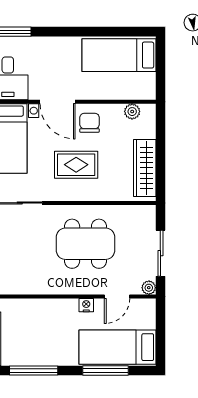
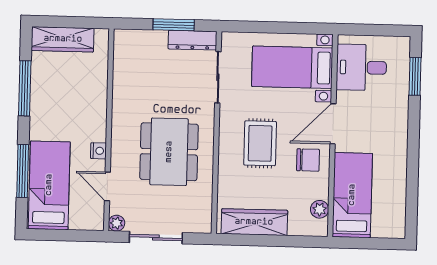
bed: (119, 55) -> (352, 195), moved

